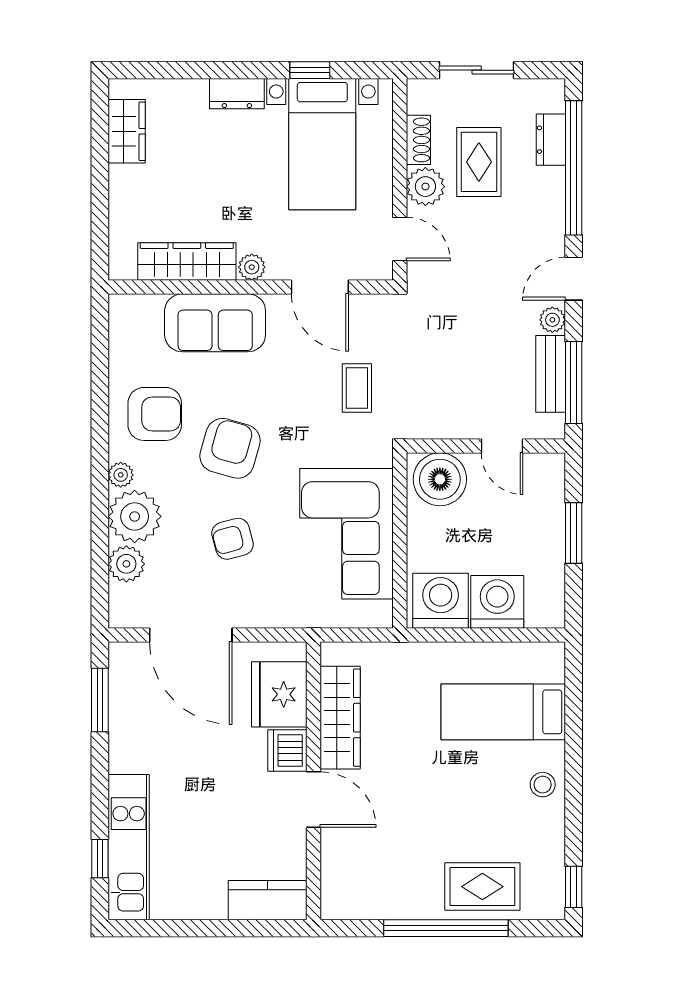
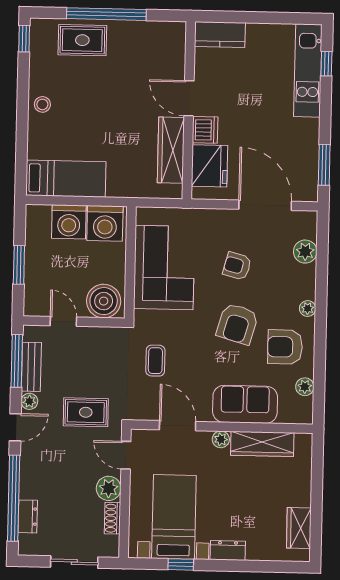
rug: (479, 162) -> (86, 412), moved, turned 90
plant: (135, 516) -> (305, 387), moved, width x0.53, depth x0.53
armchair: (233, 539) -> (237, 266), turned -150
bed: (503, 712) -> (66, 179), moved

